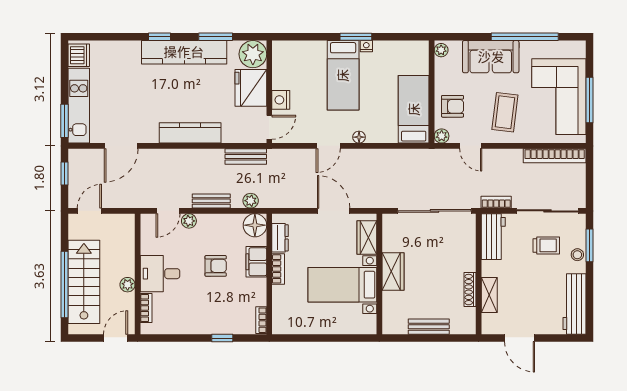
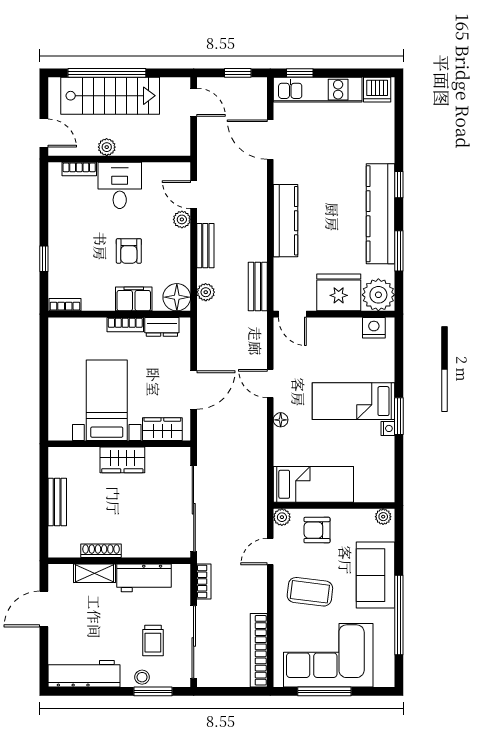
nightstand: (281, 100) -> (374, 328), moved
armchair: (453, 106) -> (317, 530), turned 90
window: (65, 121) -> (300, 73), width x0.67
workbench: (493, 237) -> (144, 578), moved

